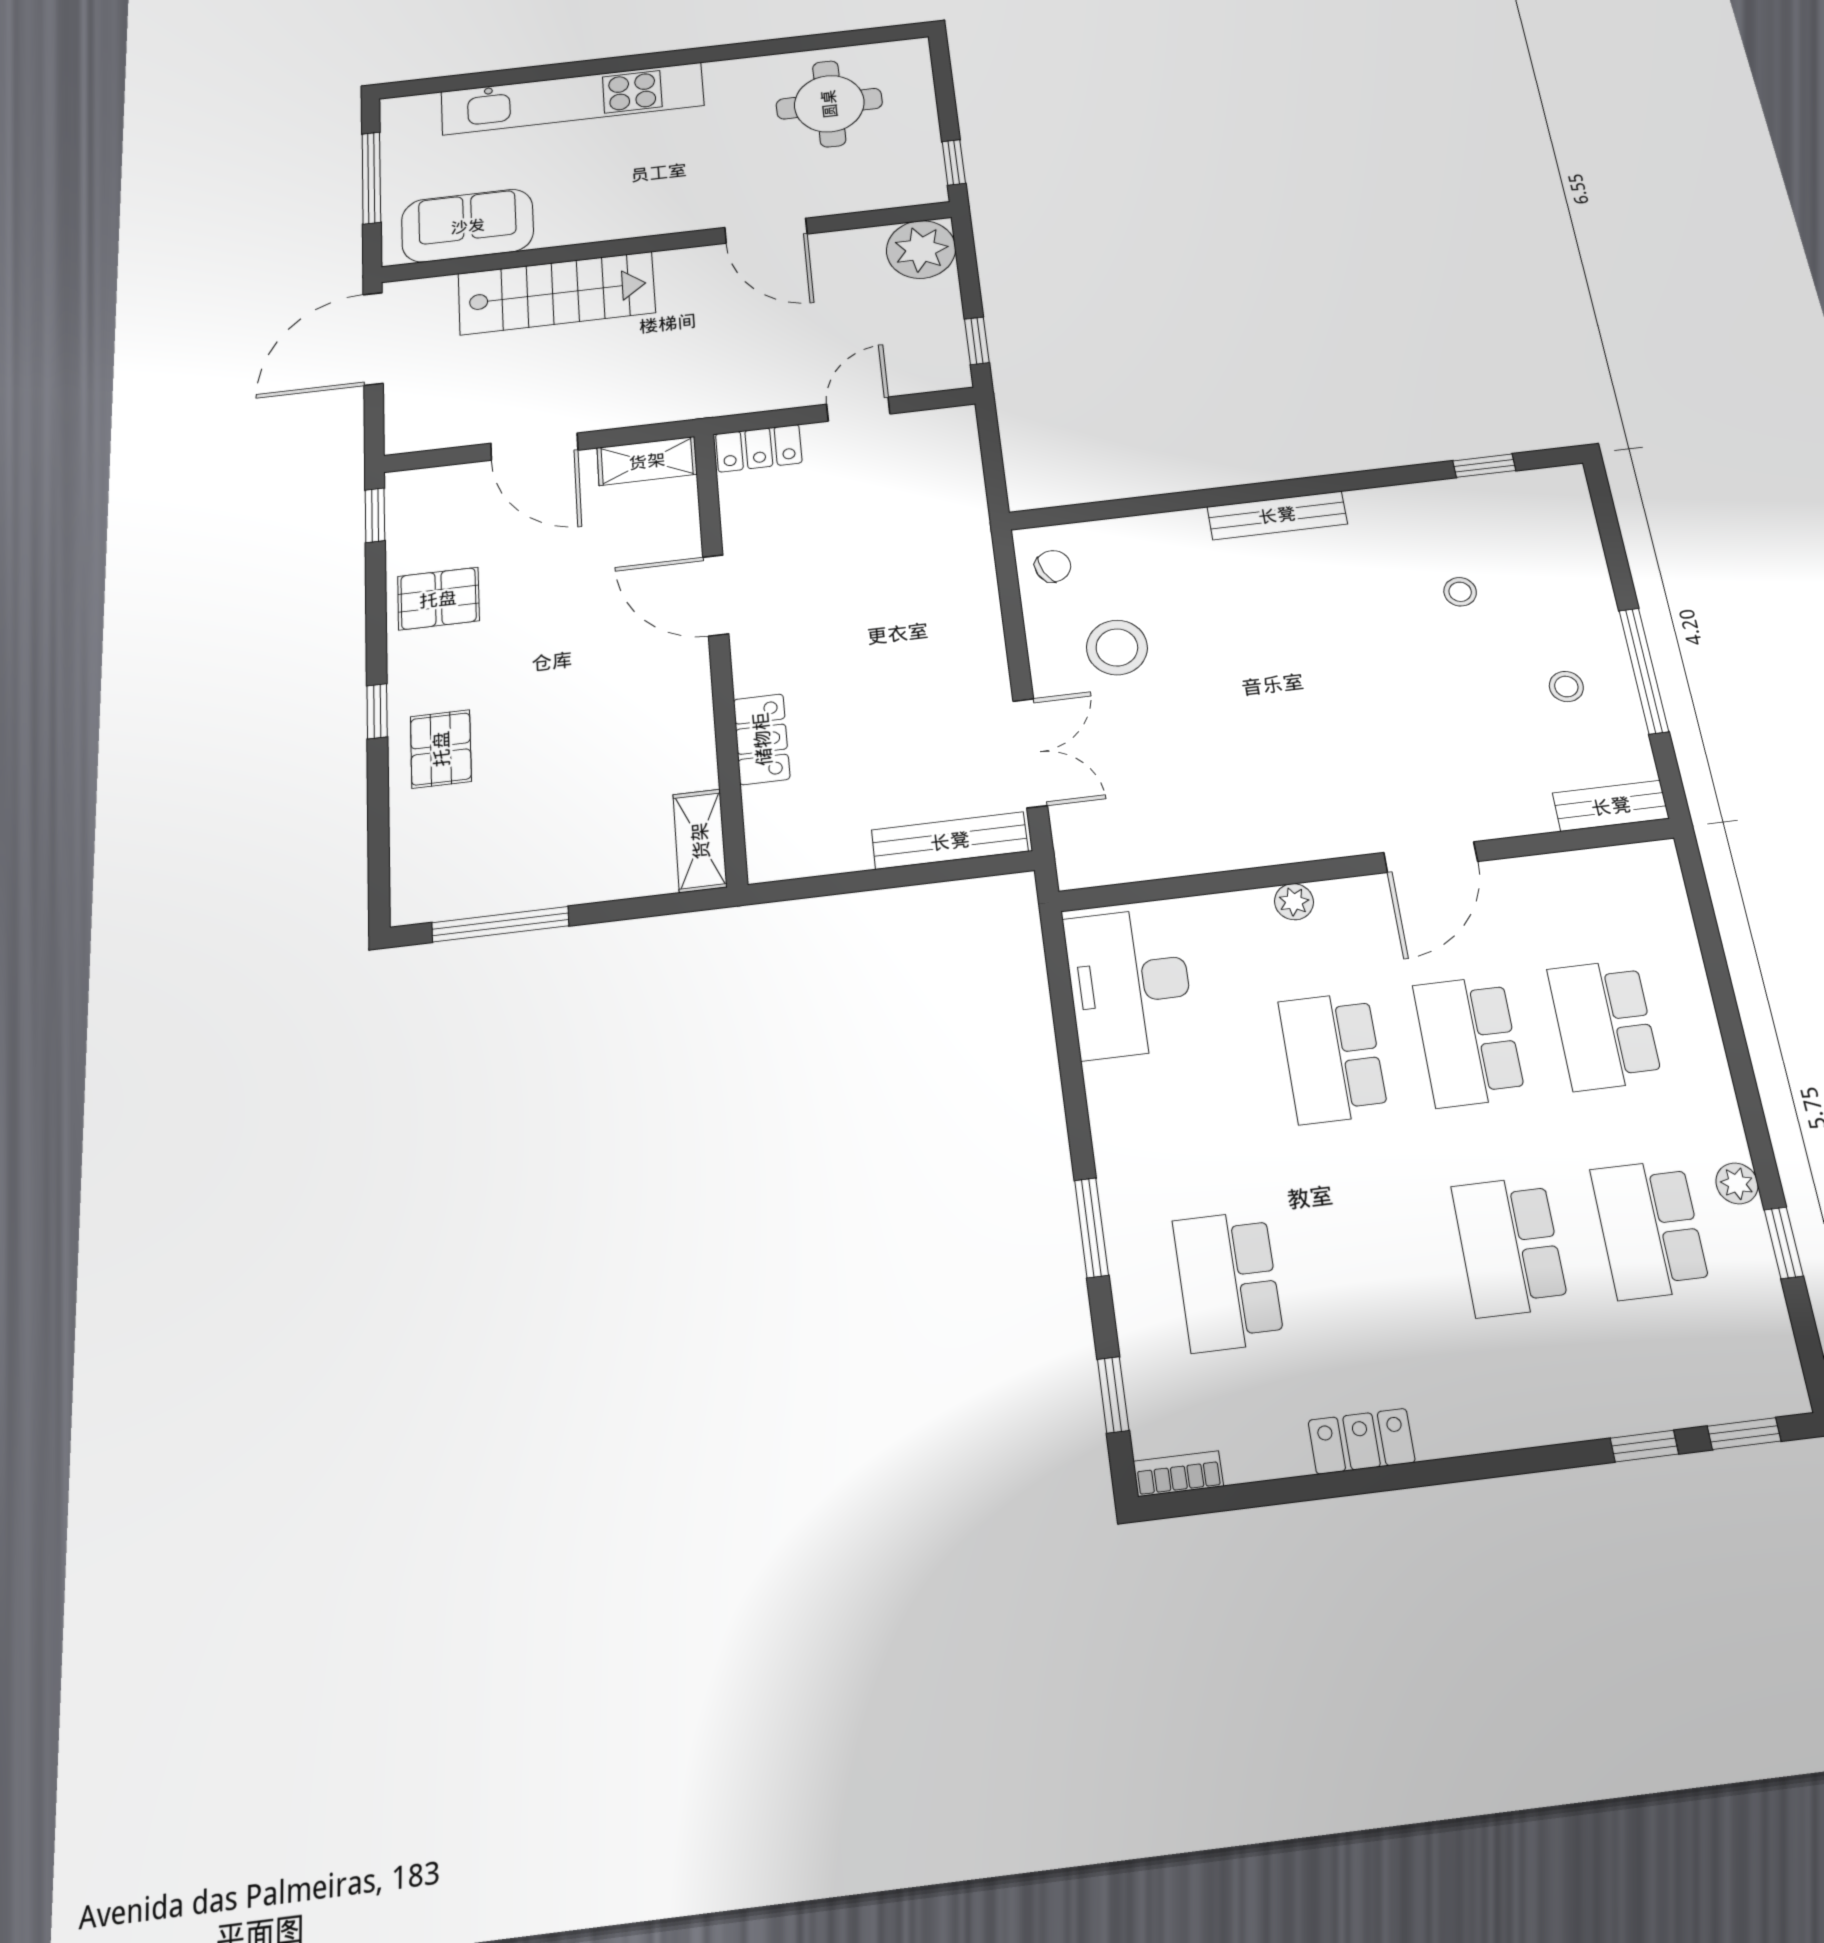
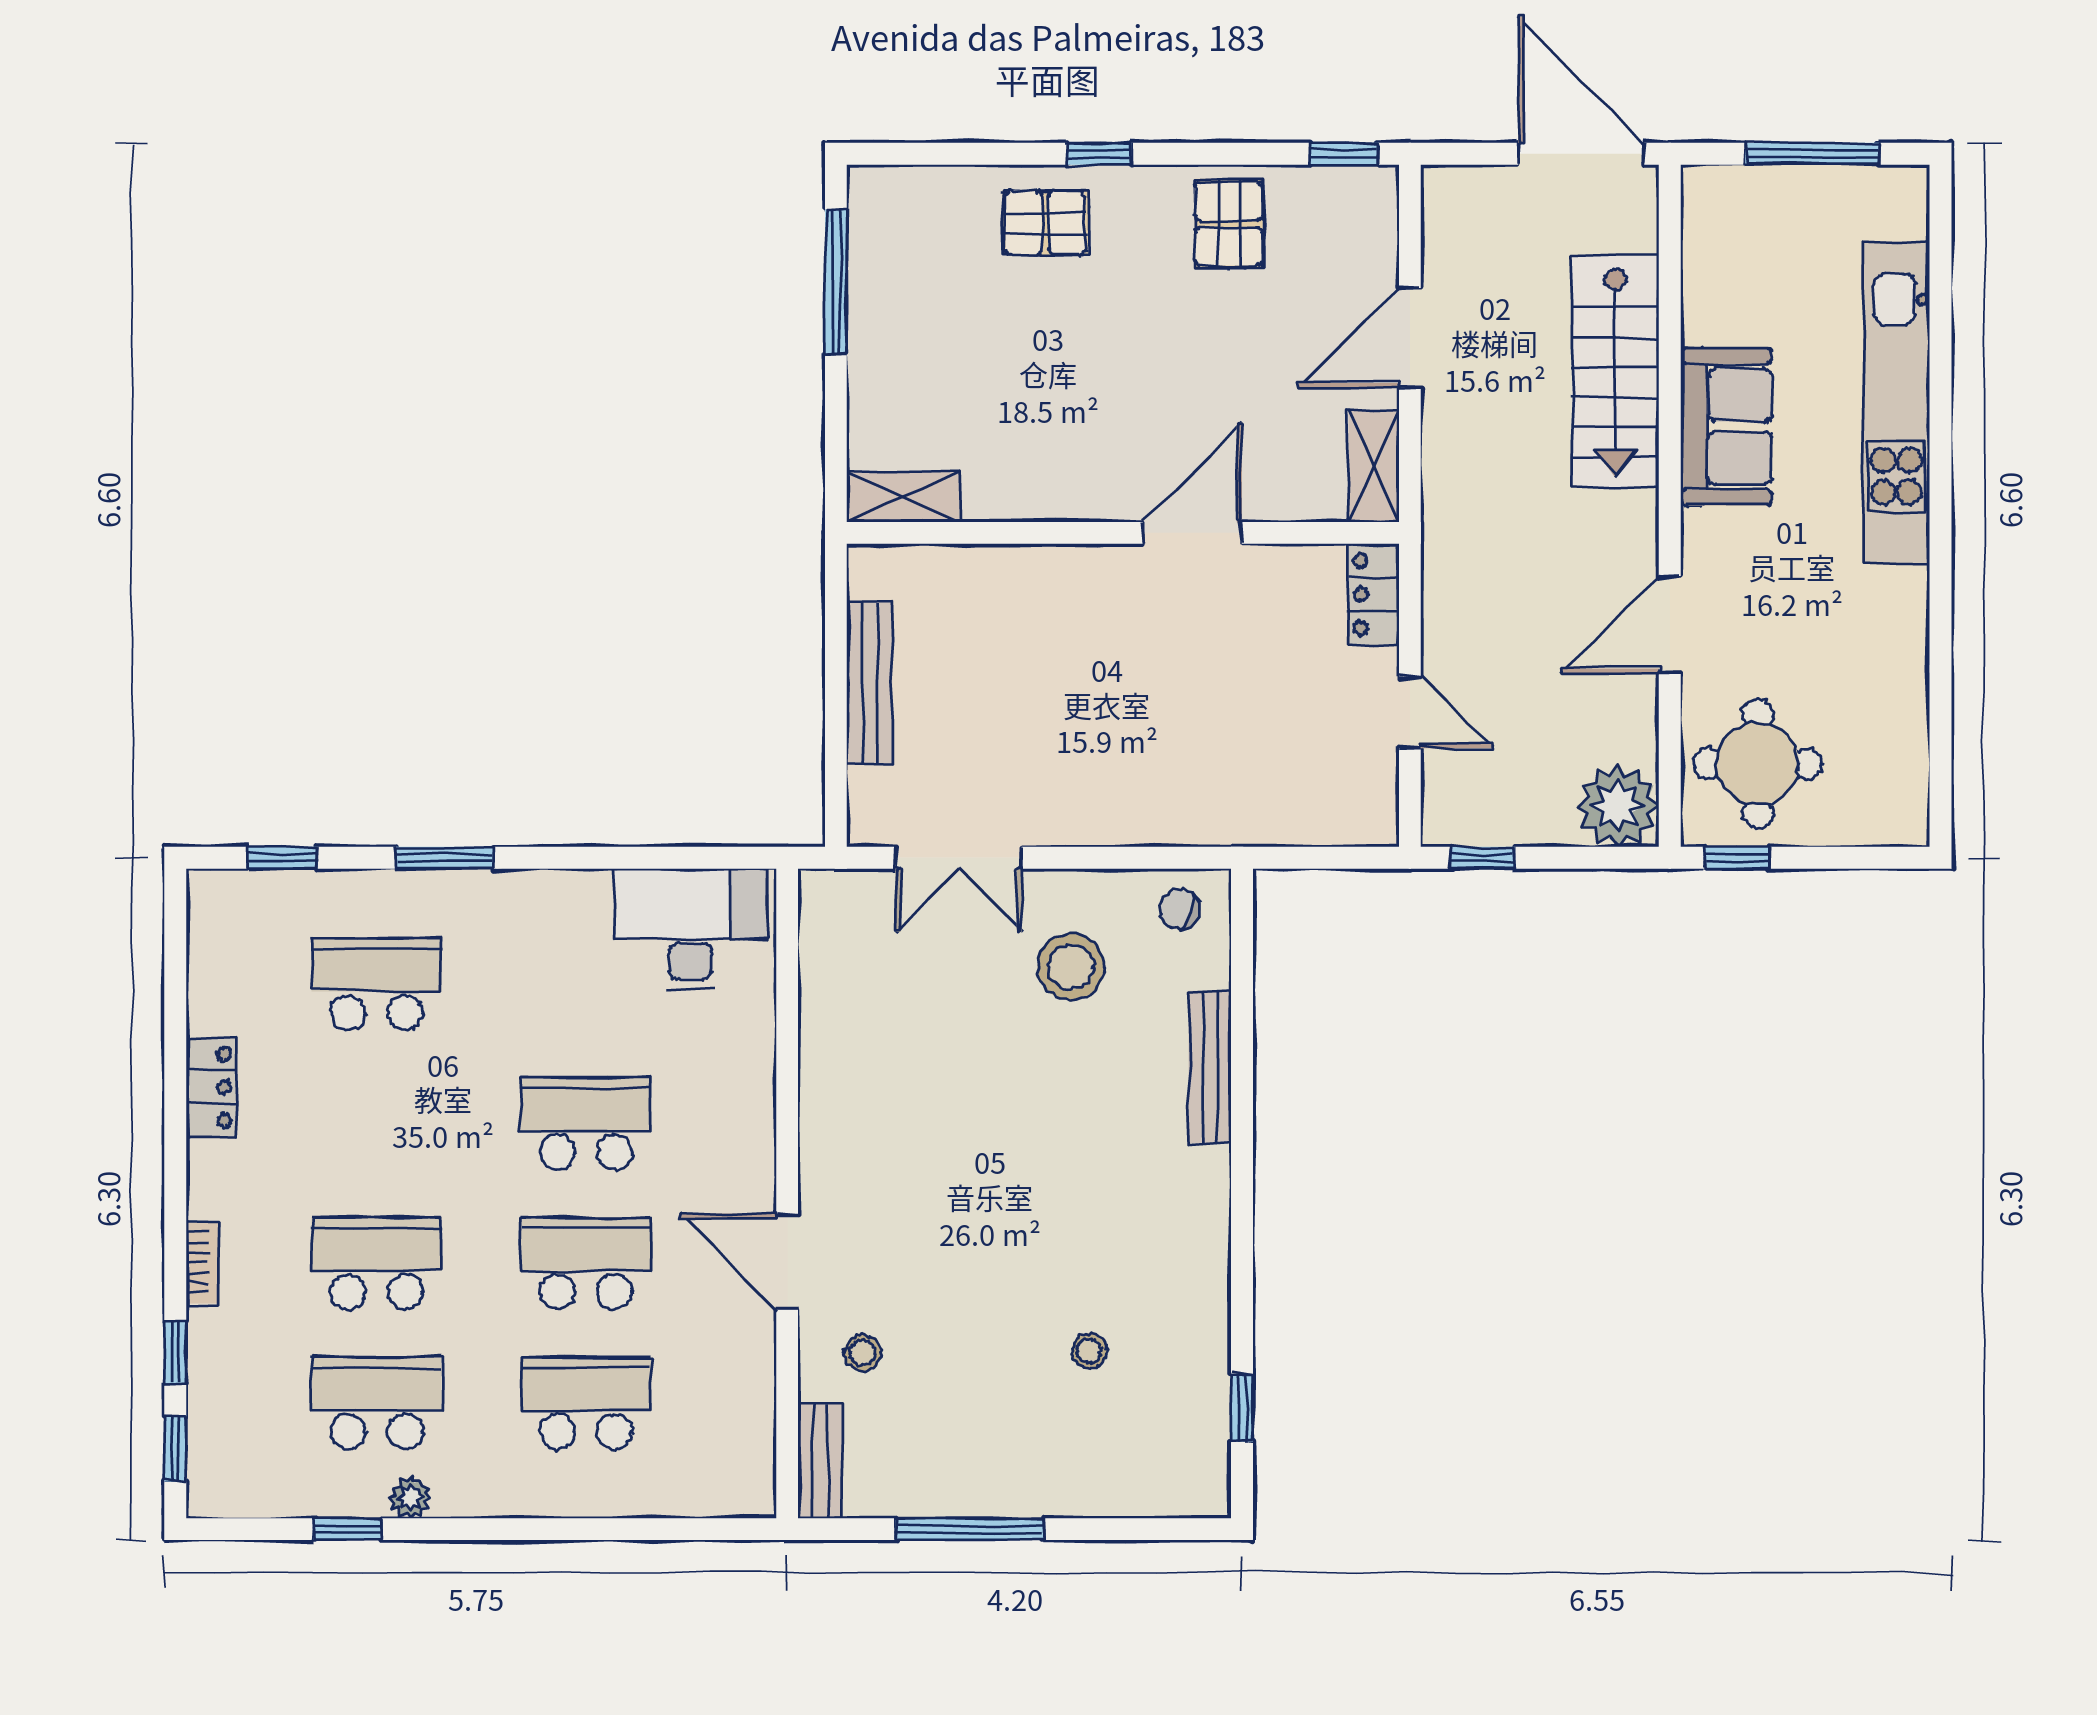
round table: (829, 104) -> (1758, 764), moved
sofa: (468, 226) -> (1726, 427), moved
bench: (1277, 515) -> (1210, 1067), moved
chair: (1053, 566) -> (1179, 910), turned 136
stool: (1566, 687) -> (862, 1353), moved
locker: (762, 739) -> (1012, 571), removed
bench: (950, 841) -> (869, 683), moved
plant: (1294, 902) -> (756, 1111), removed
bookcase: (1178, 1474) -> (203, 1262), moved

